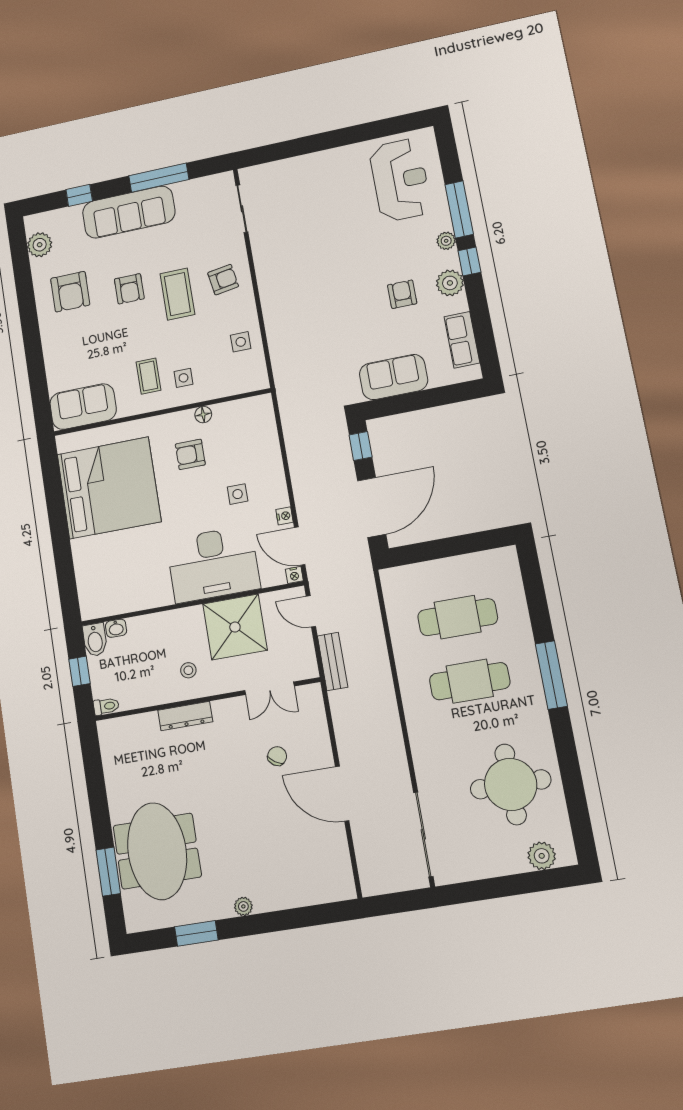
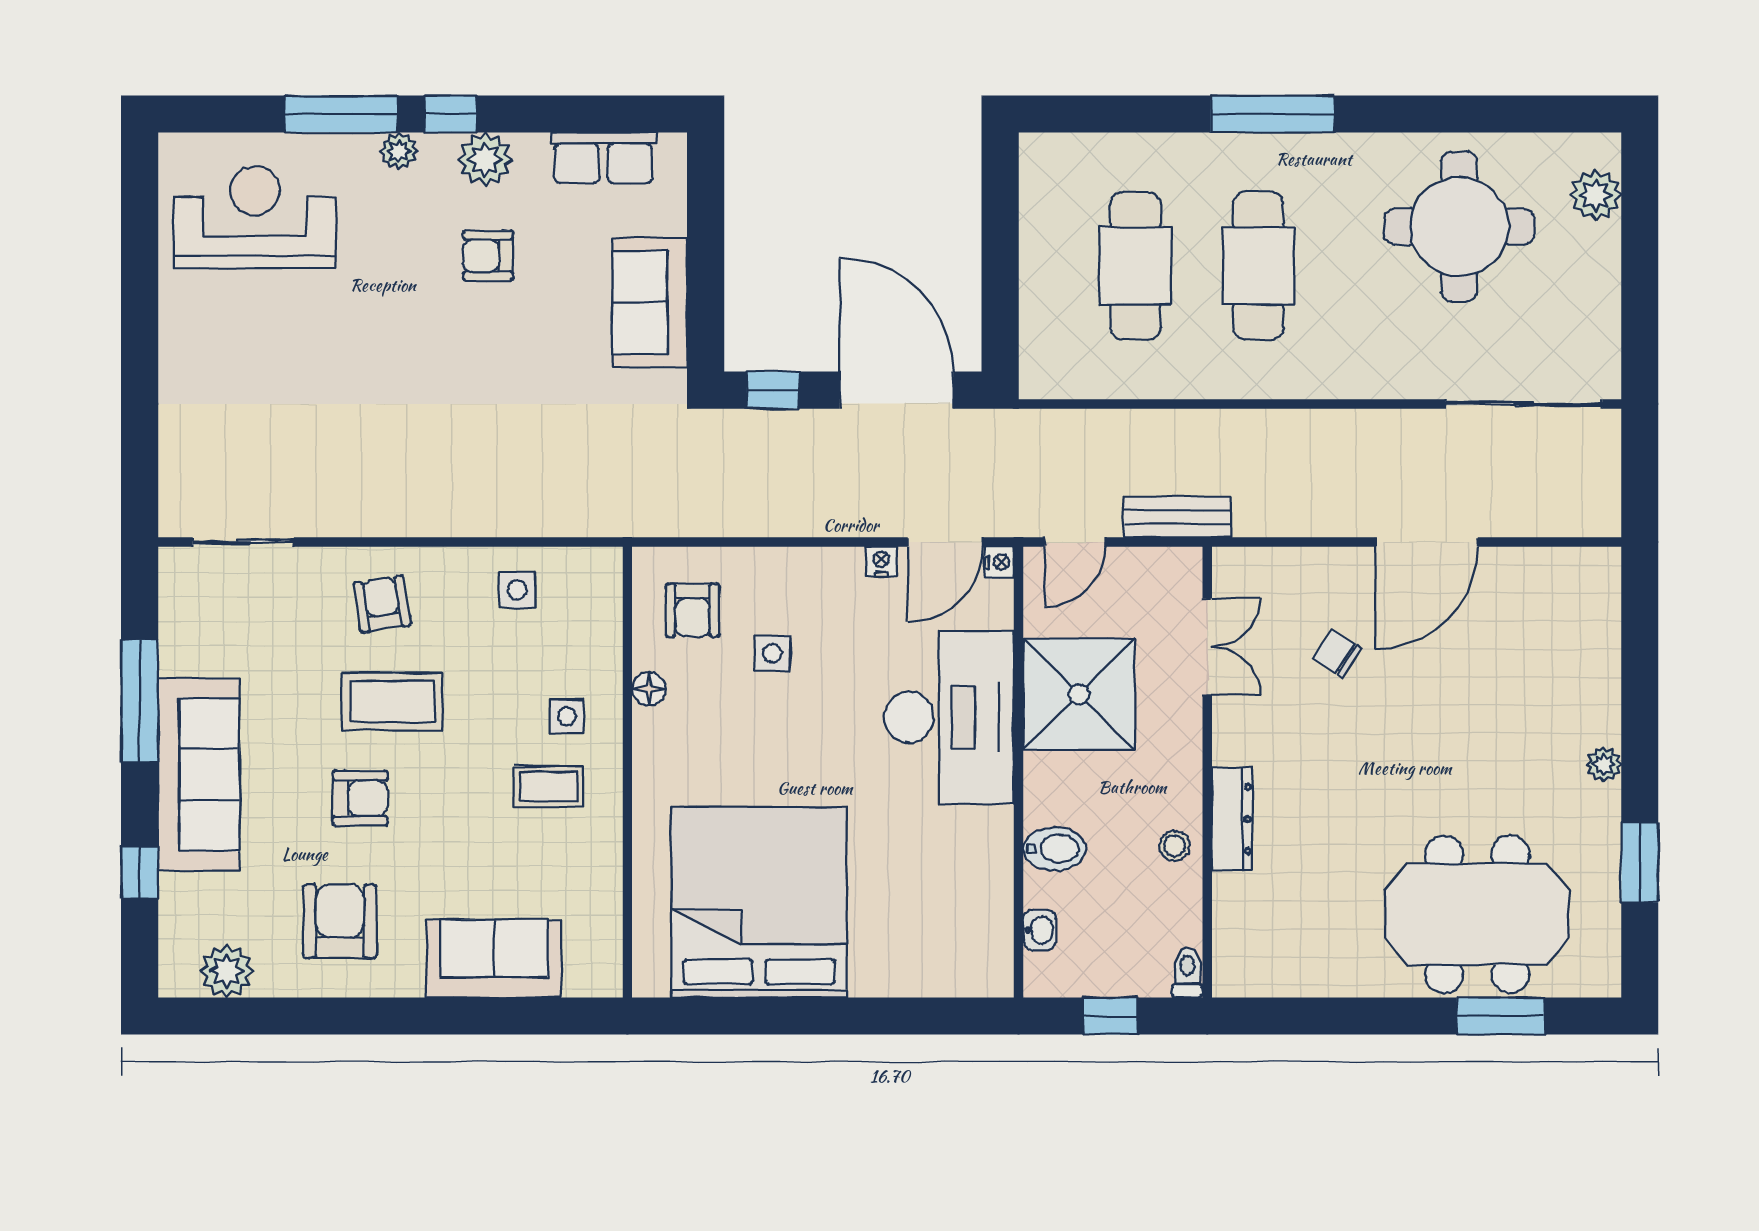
armchair: (70, 292) -> (340, 921), turned -90
sofa: (83, 407) -> (494, 959), moved, turned 90
armchair: (190, 454) -> (693, 610), moved
side table: (238, 494) -> (772, 653), moved
bidet: (95, 640) -> (1055, 849), moved
stool: (188, 670) -> (1175, 846), moved

